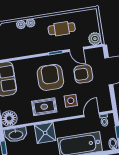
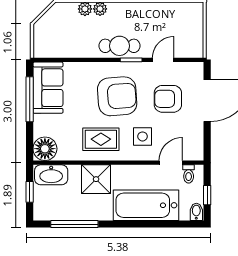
cafe table: (62, 29) -> (120, 46), moved
plant: (95, 39) -> (194, 48), removed
door: (76, 49) -> (163, 60), swing flipped
armchair: (50, 77) -> (117, 96), turned 86

